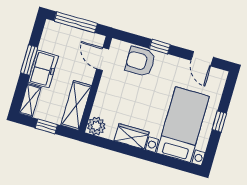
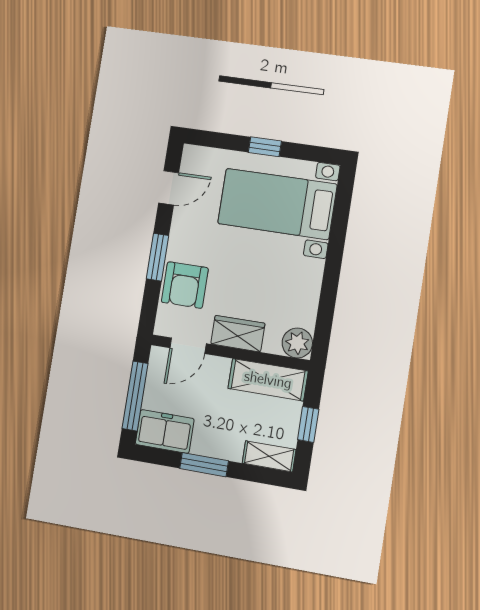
window: (160, 47) -> (157, 257), width x1.50
freezer: (43, 69) -> (165, 431), moved
wardrobe: (132, 136) -> (238, 334), moved, turned 90

